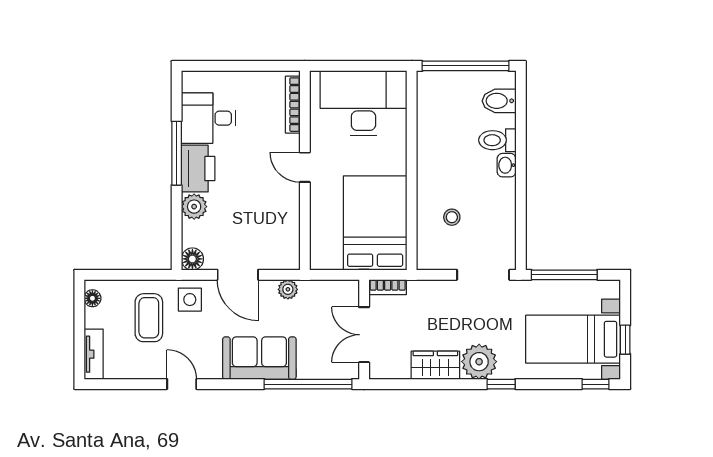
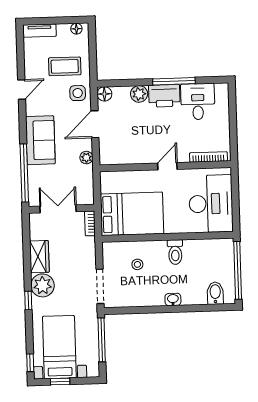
toilet: (497, 140) -> (175, 252), moved, turned 180

